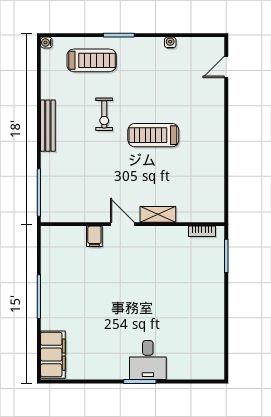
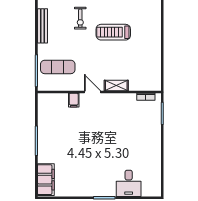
exercise mat: (71, 187) -> (58, 67), added
desk: (148, 360) -> (129, 183), moved

